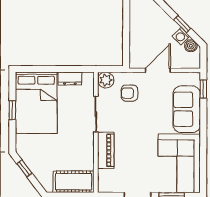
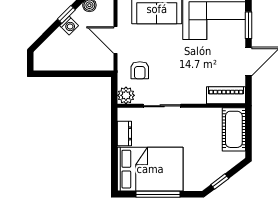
washing machine: (181, 36) -> (69, 26), moved
window: (12, 110) -> (158, 194), width x2.17
piano: (106, 150) -> (226, 95), moved

